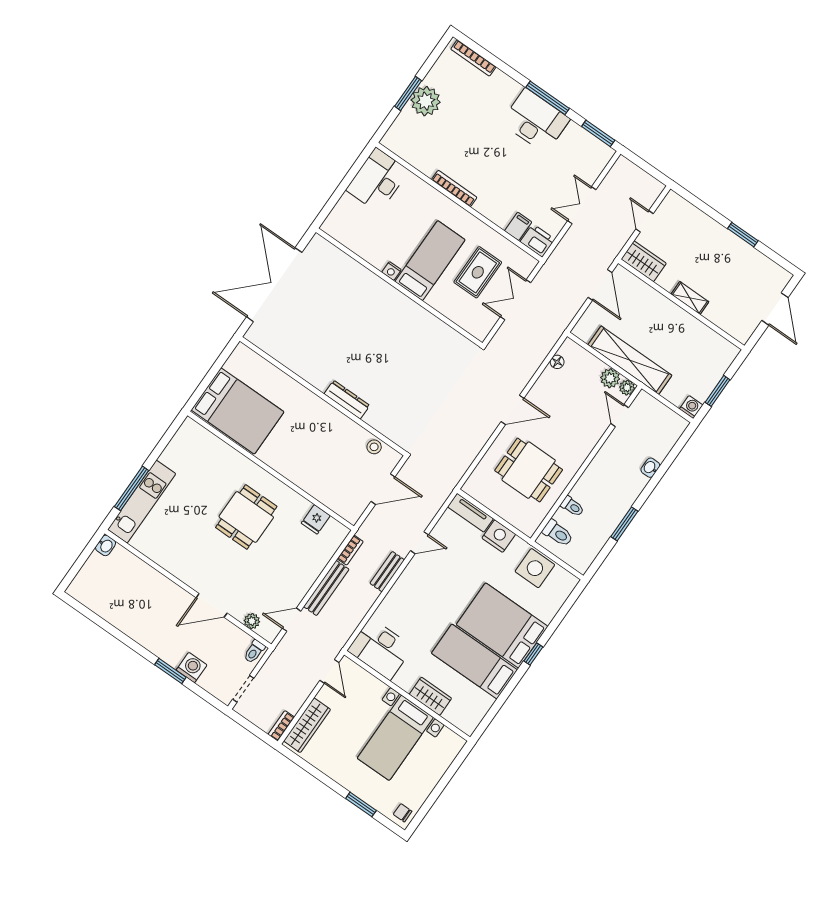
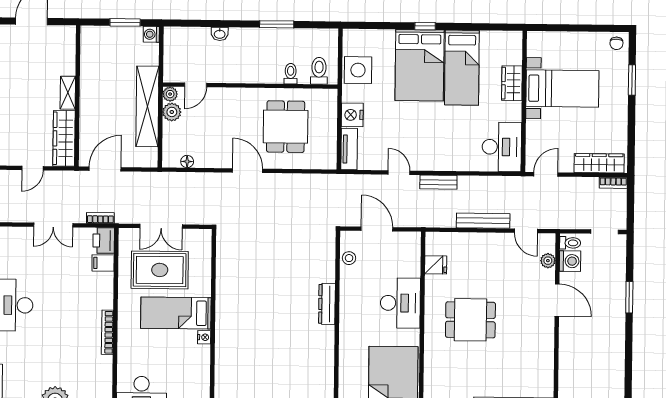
wardrobe: (644, 261) -> (64, 138), width x1.50
rug: (478, 272) -> (160, 270), width x1.36, depth x1.43
desk: (303, 465) -> (400, 303), added
bookcase: (350, 550) -> (100, 218), moved
washing machine: (192, 668) -> (570, 261), moved, turned 180

